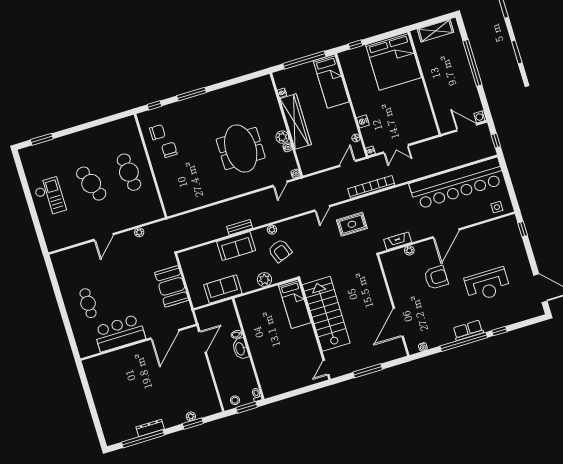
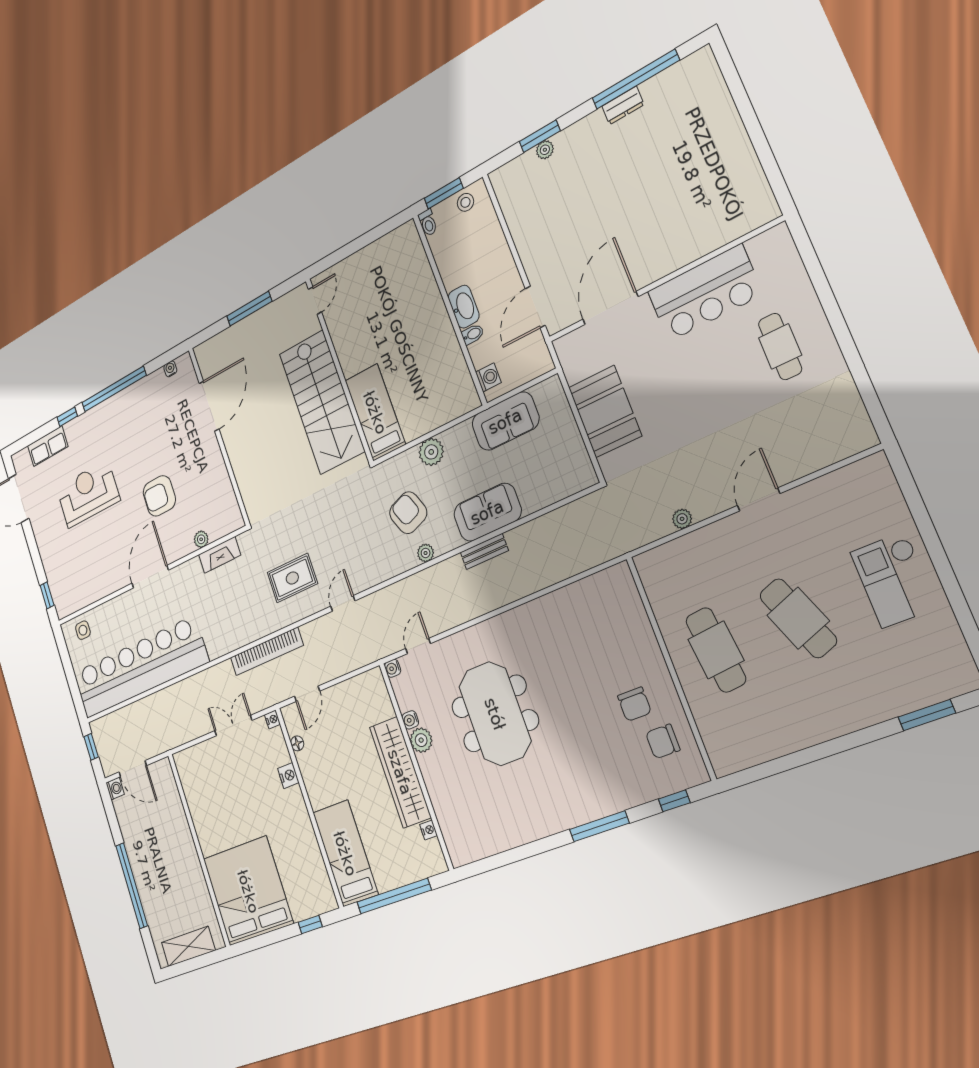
washing machine: (230, 312) -> (488, 377), added
row of seats: (468, 330) -> (48, 446), moved
dresser: (150, 428) -> (623, 105), width x0.70

